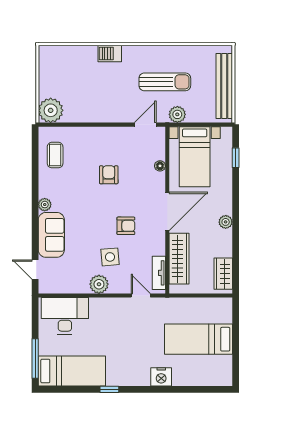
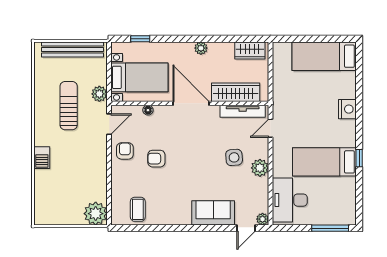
door: (145, 125) -> (109, 124), swing flipped
coffee table: (55, 155) -> (138, 209), turned 90
plant: (45, 205) -> (263, 219), moved
armchair: (126, 226) -> (125, 151), moved
tv unit: (159, 273) -> (243, 111), width x1.41
bed: (198, 339) -> (324, 56), moved, turned 90
bed: (72, 371) -> (324, 162), moved, turned -90

